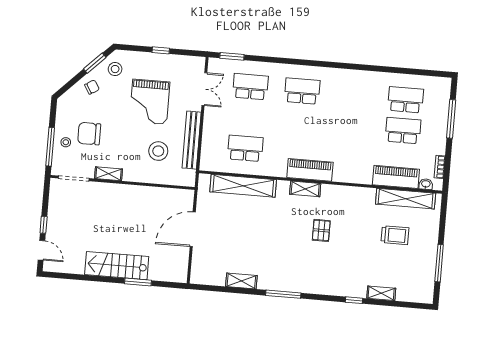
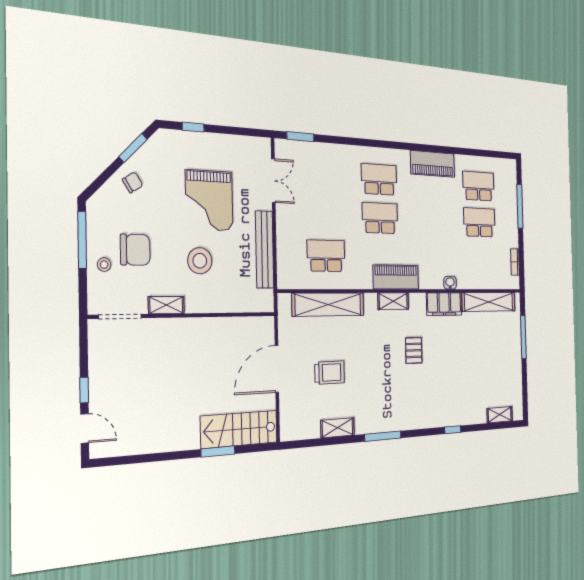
window: (161, 50) -> (193, 127), moved
stool: (115, 69) -> (161, 156), removed
school desk: (250, 87) -> (380, 218), moved
chair: (89, 134) -> (135, 250), turned 180
window: (50, 147) -> (82, 240), moved
stool: (158, 151) -> (200, 261), moved
piano: (396, 177) -> (433, 164), moved, turned 180
washbasin: (426, 184) -> (450, 283), moved
filing cabinet: (357, 196) -> (444, 304), added
trolley: (395, 235) -> (330, 373), moved
window: (439, 263) -> (523, 337), moved
stairs: (117, 266) -> (239, 429), moved
shelving: (381, 293) -> (500, 415), moved

